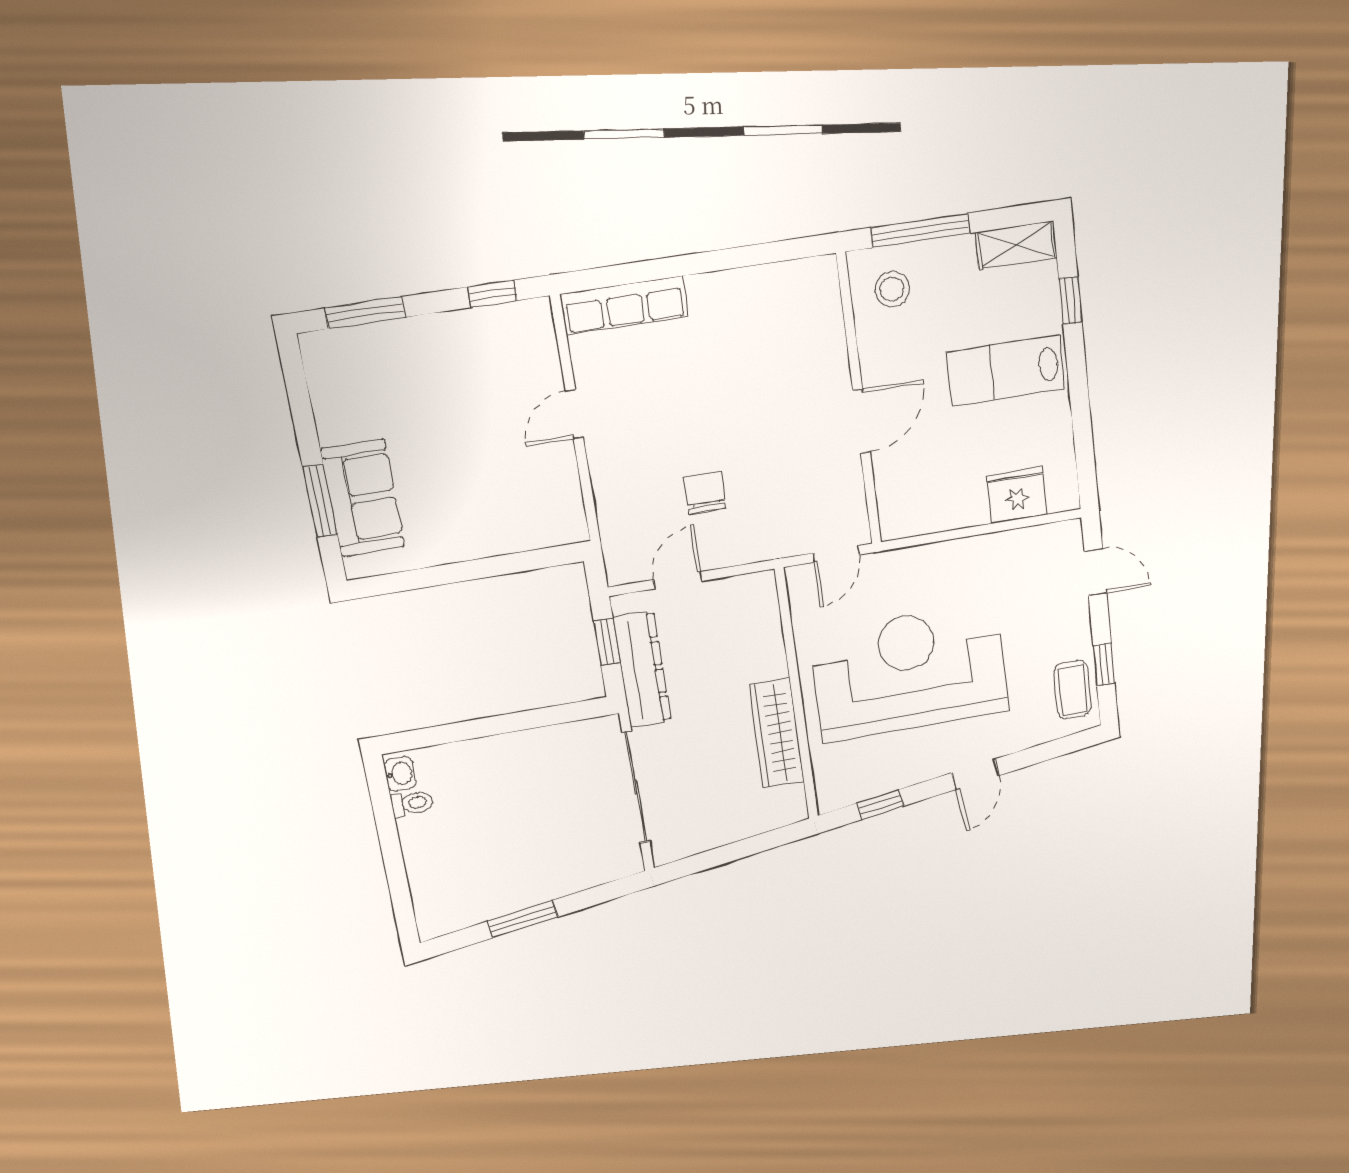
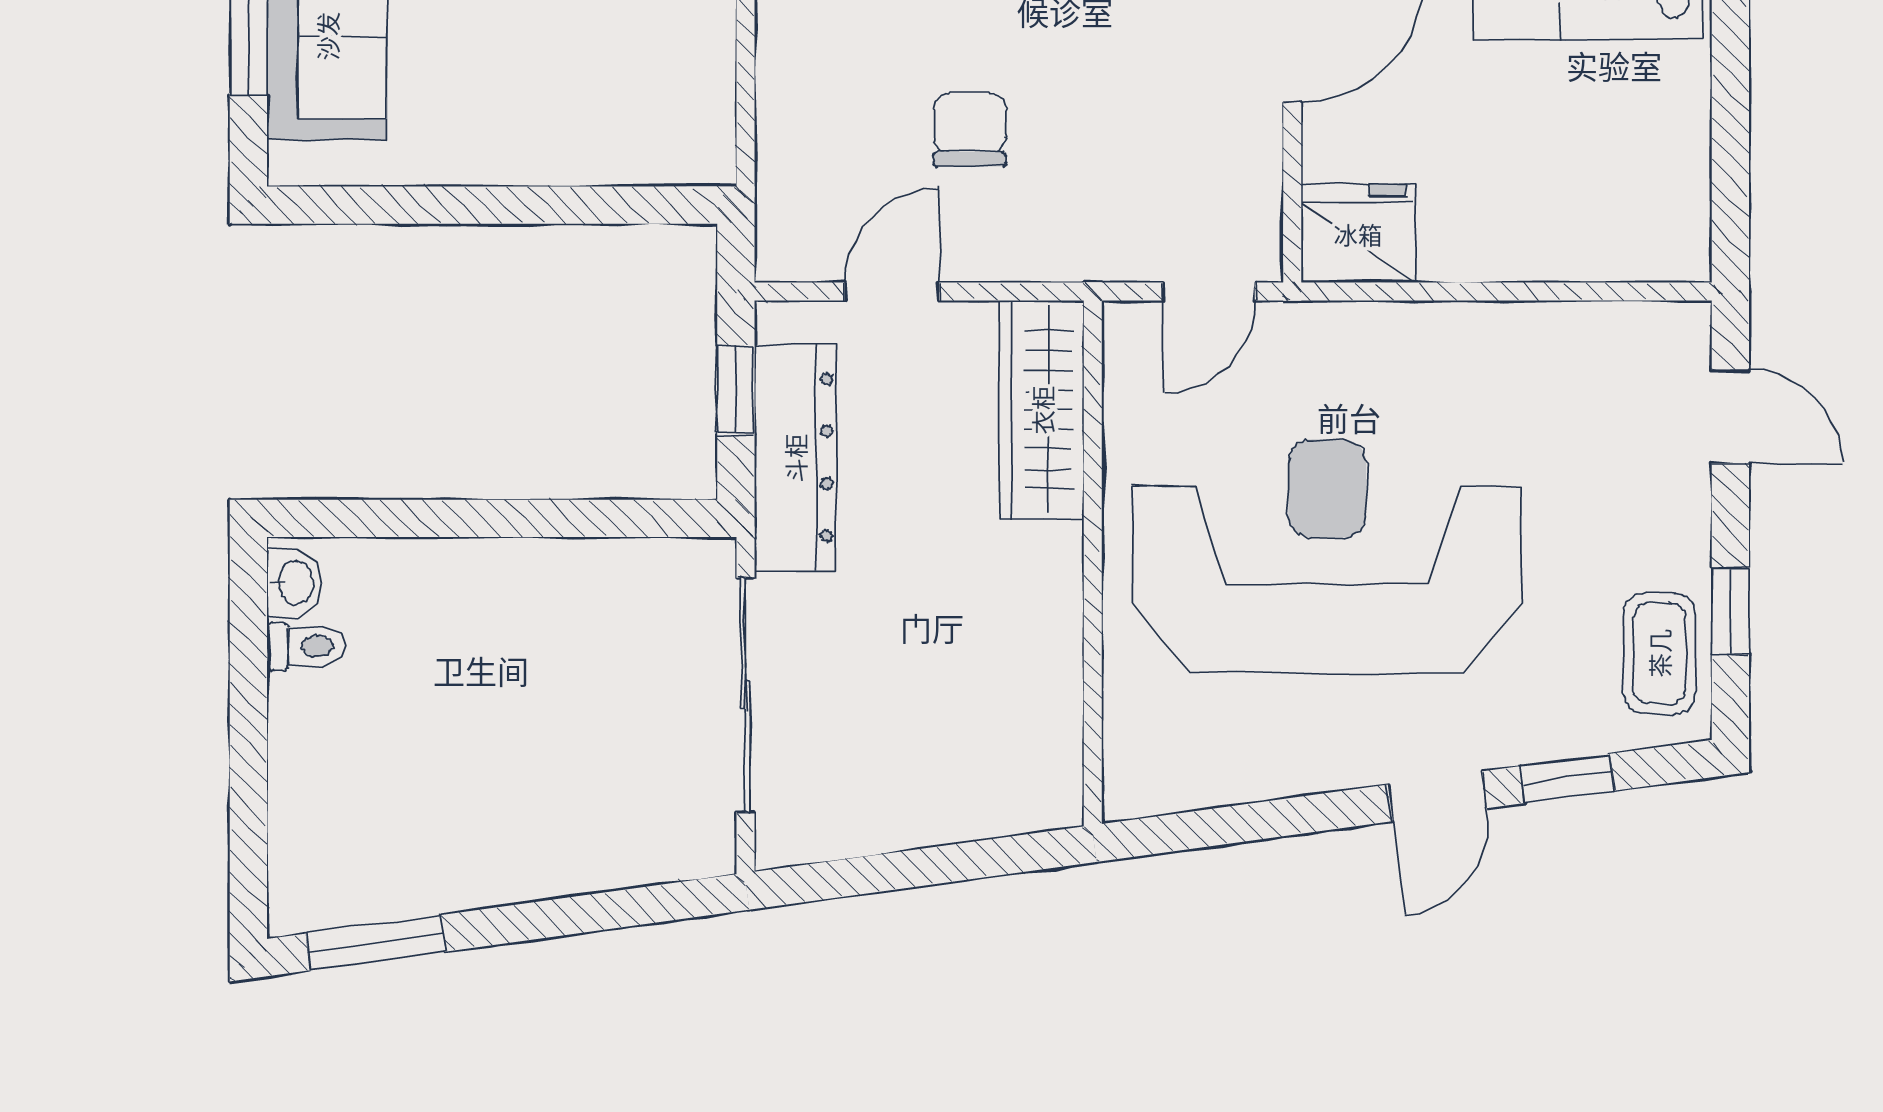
fridge: (1017, 495) -> (1358, 234), moved
wardrobe: (777, 733) -> (1042, 410), moved
window: (880, 805) -> (1567, 778), moved
window: (523, 919) -> (376, 943), moved

